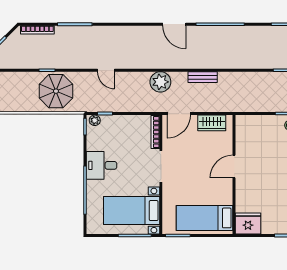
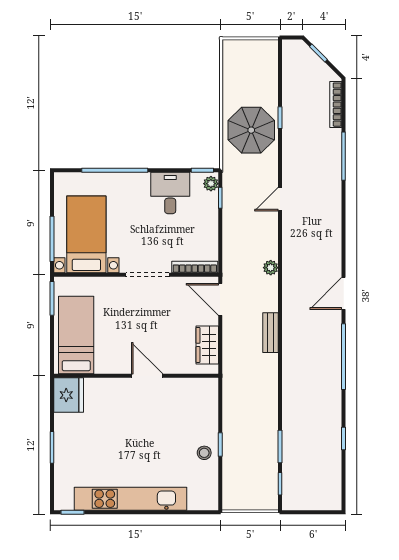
plant: (160, 82) -> (271, 268), width x0.53, depth x0.53
desk: (102, 165) -> (170, 193), moved

